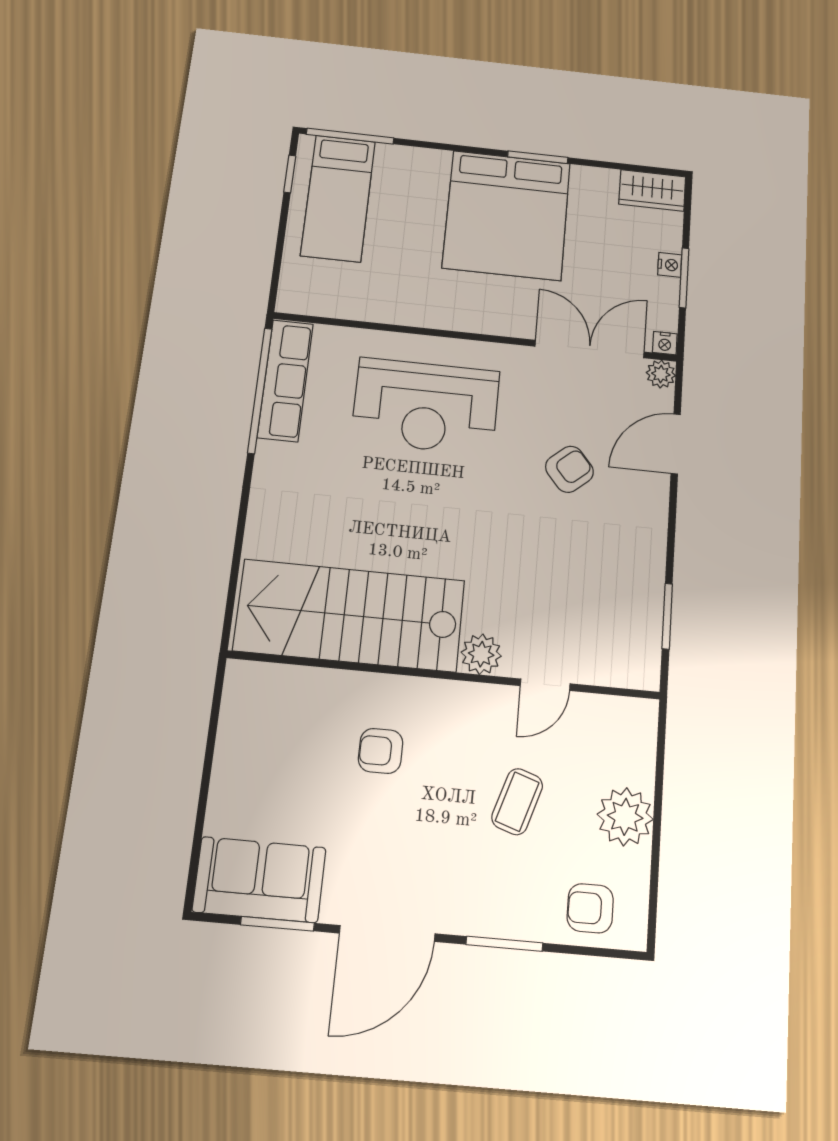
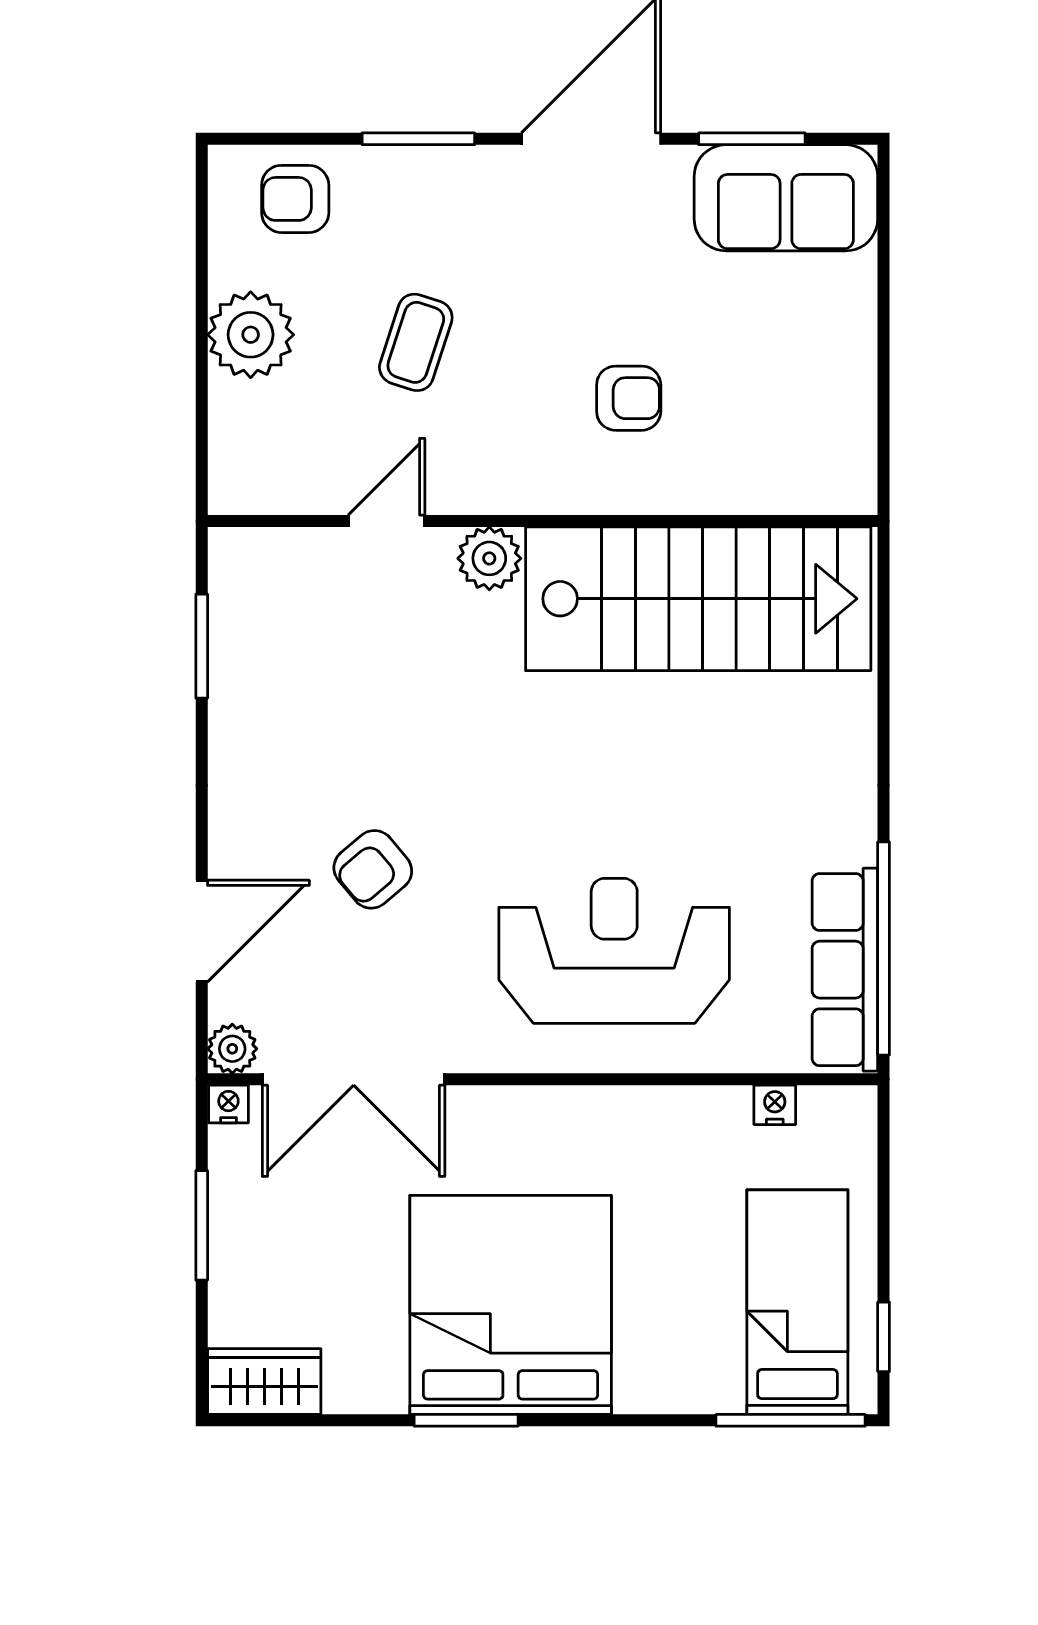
nightstand: (670, 265) -> (775, 1105), moved, turned 90
armchair: (590, 908) -> (295, 199), turned 180

